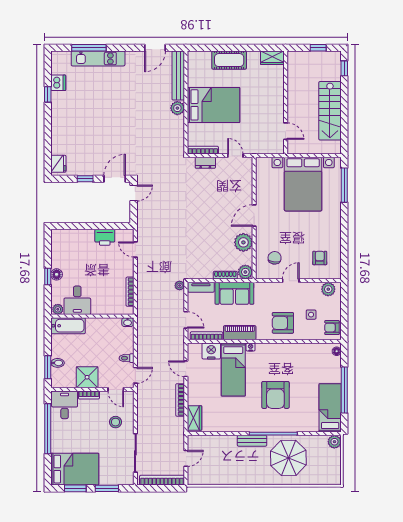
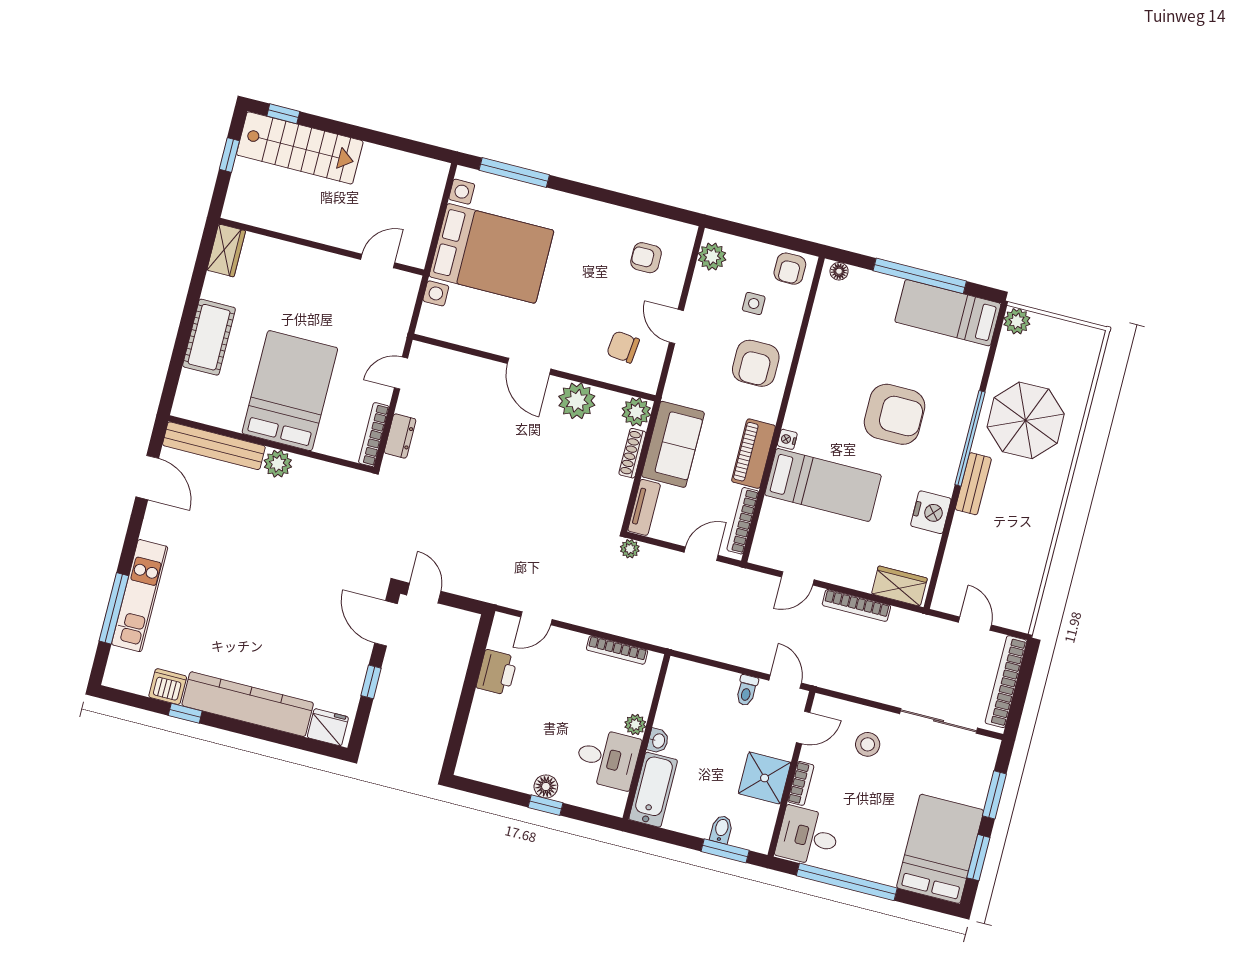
stairs: (330, 111) -> (300, 148), moved
kitchen counter: (60, 123) -> (248, 704), added
plant: (58, 309) -> (635, 725), moved
washbasin: (128, 322) -> (658, 741), moved
nightstand: (211, 351) -> (931, 512), moved, turned 180

